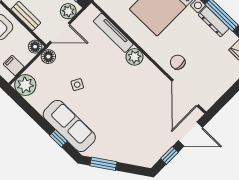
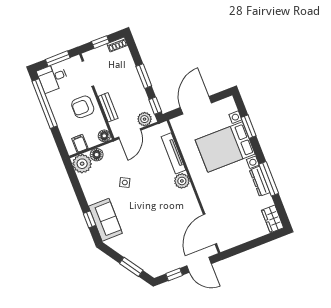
door: (60, 33) -> (130, 134), hinge flipped
floor lamp: (48, 57) -> (97, 155), moved
chair: (178, 62) -> (215, 201), removed
sofa: (69, 126) -> (105, 220), width x0.73
window: (103, 164) -> (131, 267), moved

